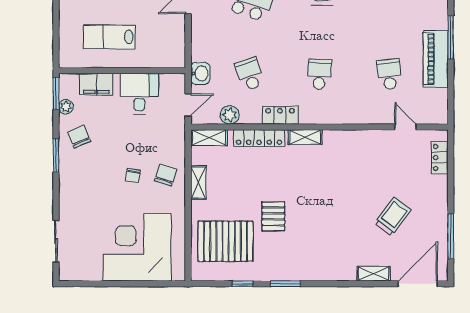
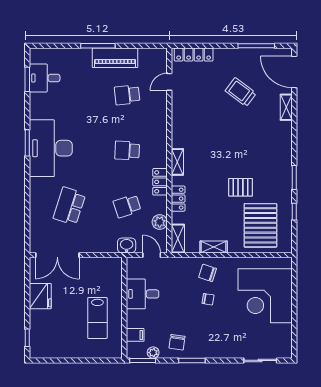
filing cabinet: (96, 84) -> (135, 335), width x0.50
chair: (79, 137) -> (177, 342), turned -59
locker: (259, 138) -> (178, 199), width x0.66
locker: (440, 158) -> (194, 55), width x1.53

